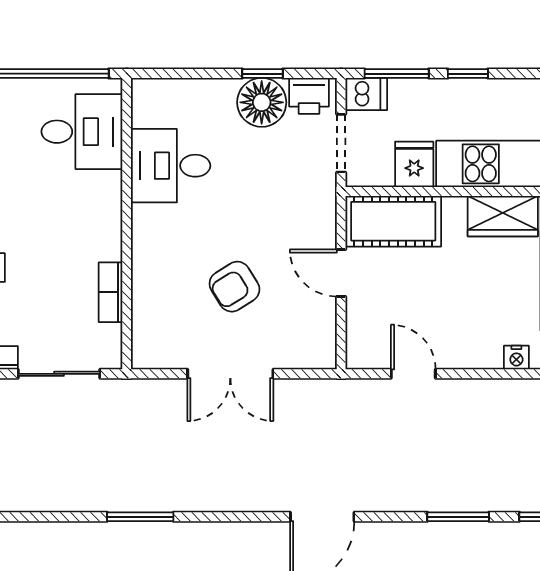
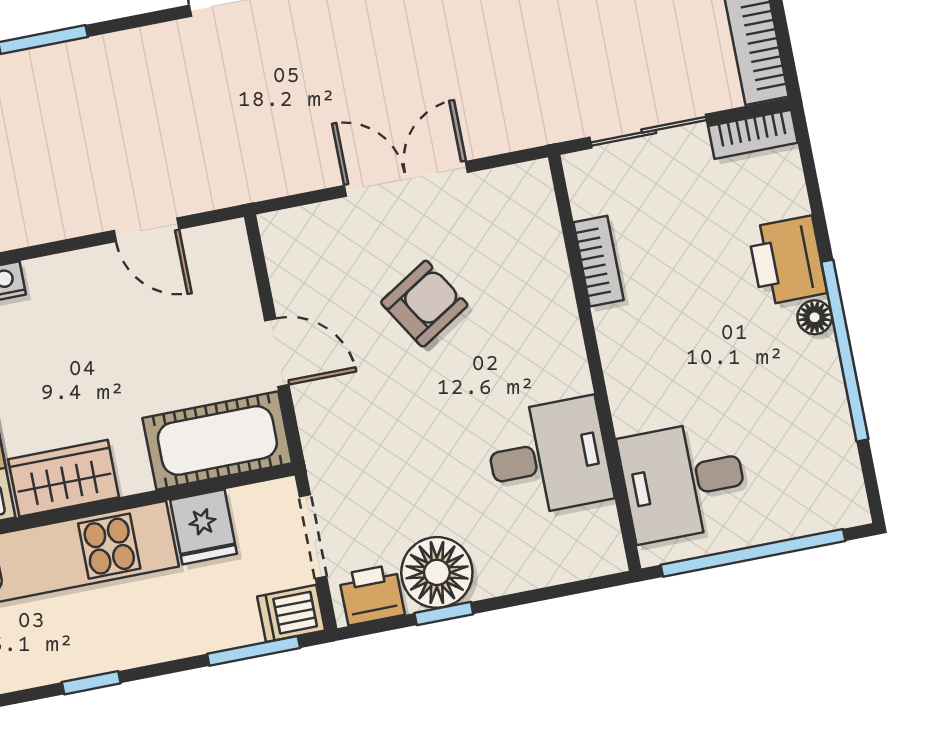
window: (468, 74) -> (91, 683), moved

